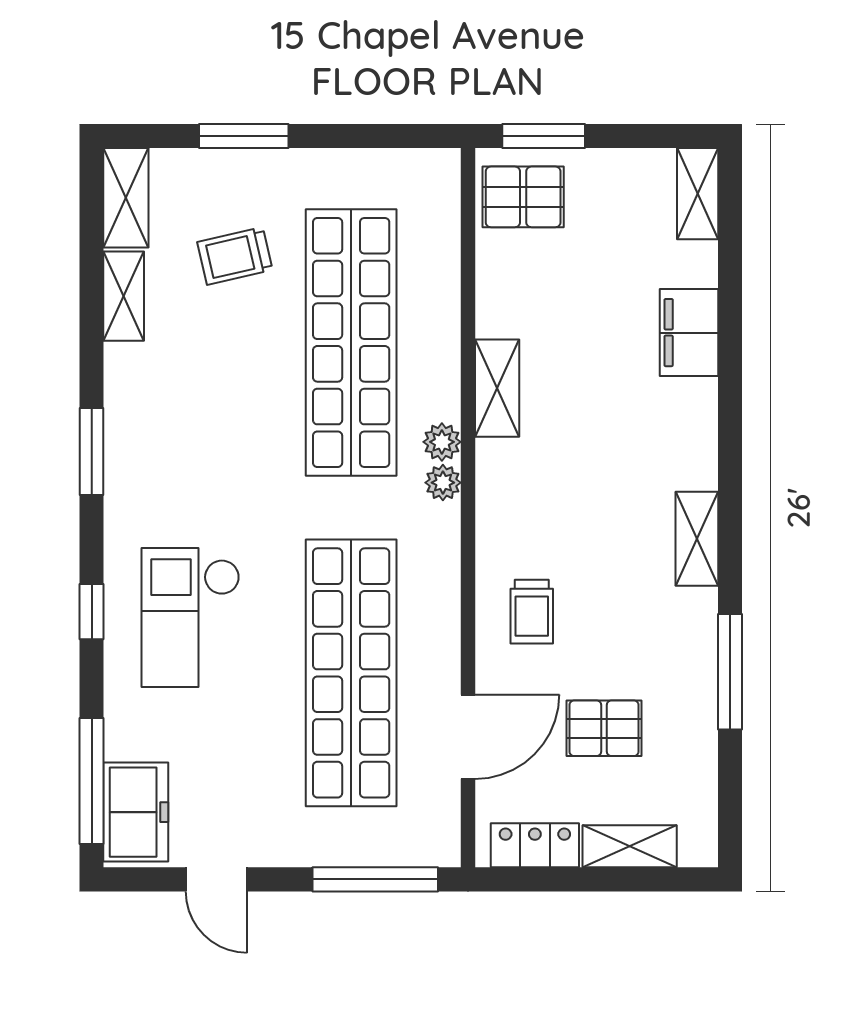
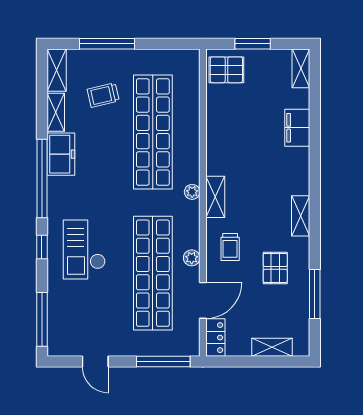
window: (244, 136) -> (107, 44), width x1.44
window: (544, 136) -> (253, 44), moved
shelving: (497, 388) -> (215, 197), moved
plant: (442, 442) -> (192, 258), moved
window: (92, 451) -> (42, 179), width x2.11
window: (730, 672) -> (315, 294), moved
pallet: (604, 728) -> (275, 268), moved, turned 90
freezer: (136, 812) -> (61, 154), moved
locker: (535, 845) -> (215, 338), moved, turned 90

